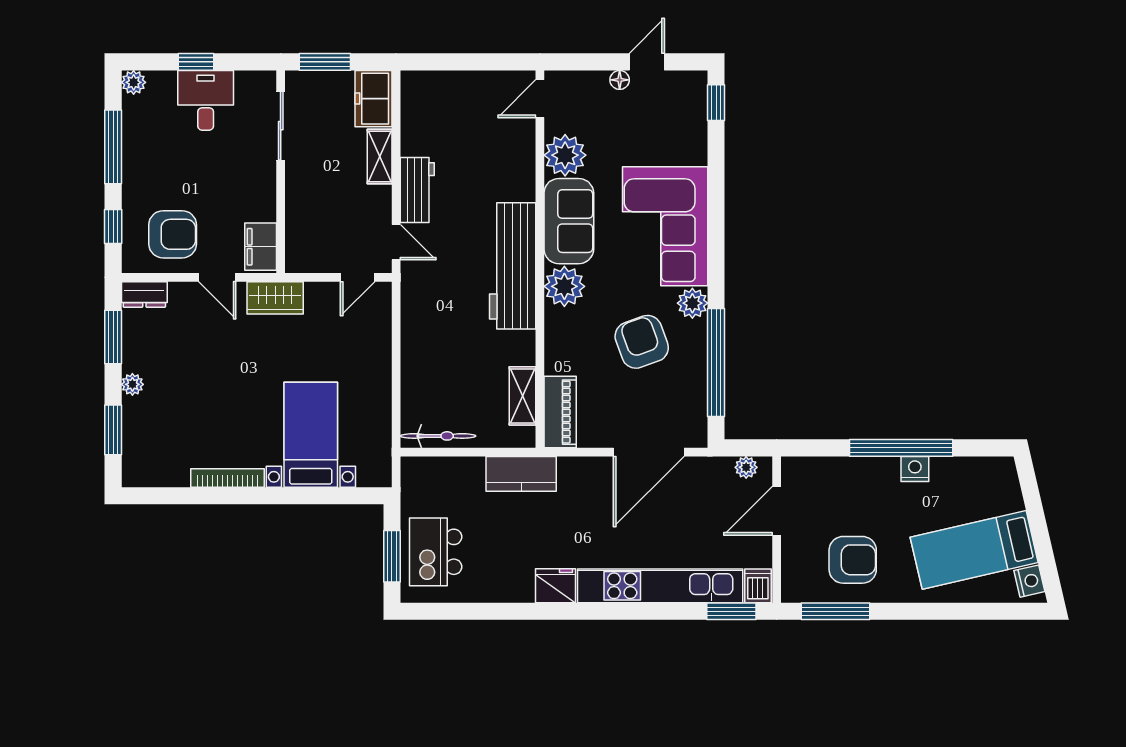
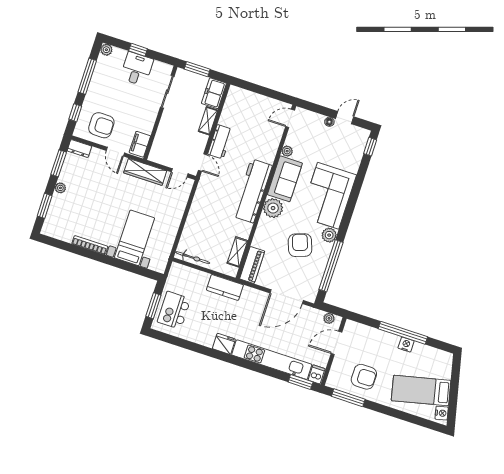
plant: (565, 155) -> (287, 151), width x0.53, depth x0.53
wardrobe: (275, 298) -> (145, 172), width x1.50

